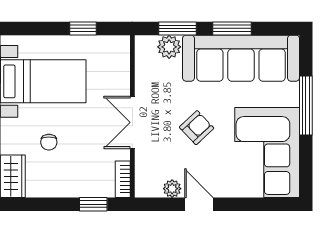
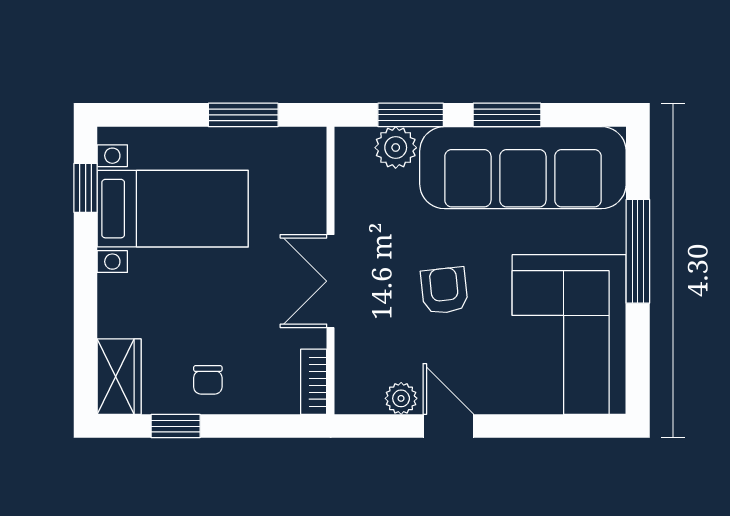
window: (83, 28) -> (243, 115), width x1.50
armchair: (197, 128) -> (444, 291), turned -53
chair: (49, 142) -> (208, 380), moved
window: (93, 204) -> (176, 426), moved

